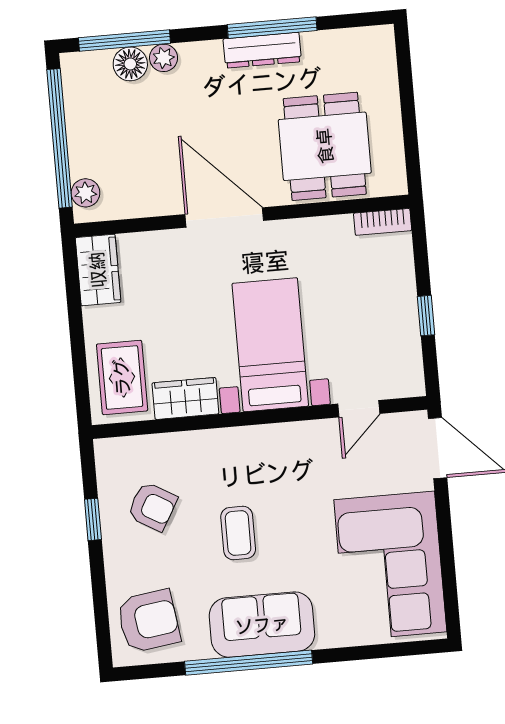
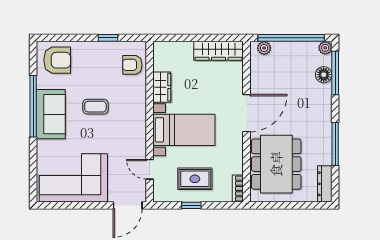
dresser: (262, 50) -> (325, 184), moved
plant: (164, 58) -> (325, 48), moved
dining table: (325, 146) -> (276, 164), width x1.37
wardrobe: (98, 270) -> (219, 51), width x1.50
rug: (122, 377) -> (195, 179), moved
armchair: (152, 506) -> (132, 65), moved, turned 60
armchair: (149, 621) -> (57, 60), turned -82

